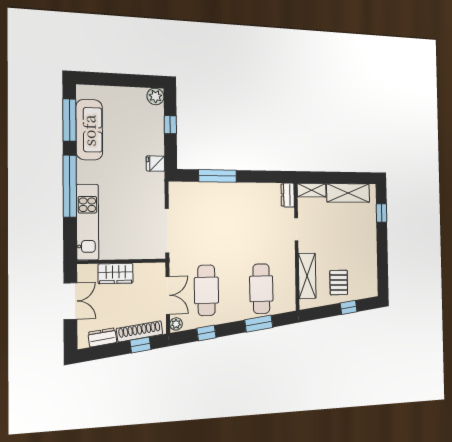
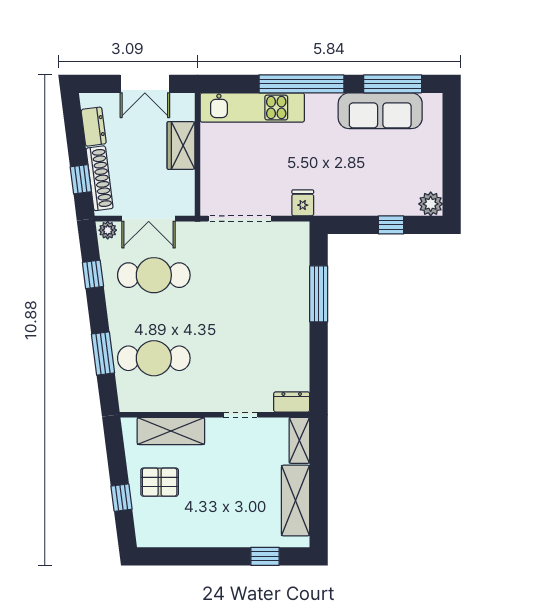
fridge: (155, 164) -> (303, 203), moved

